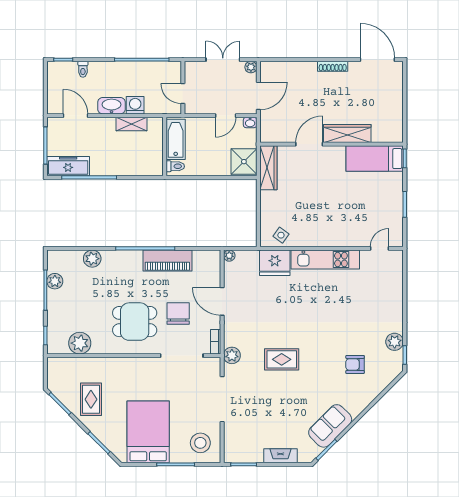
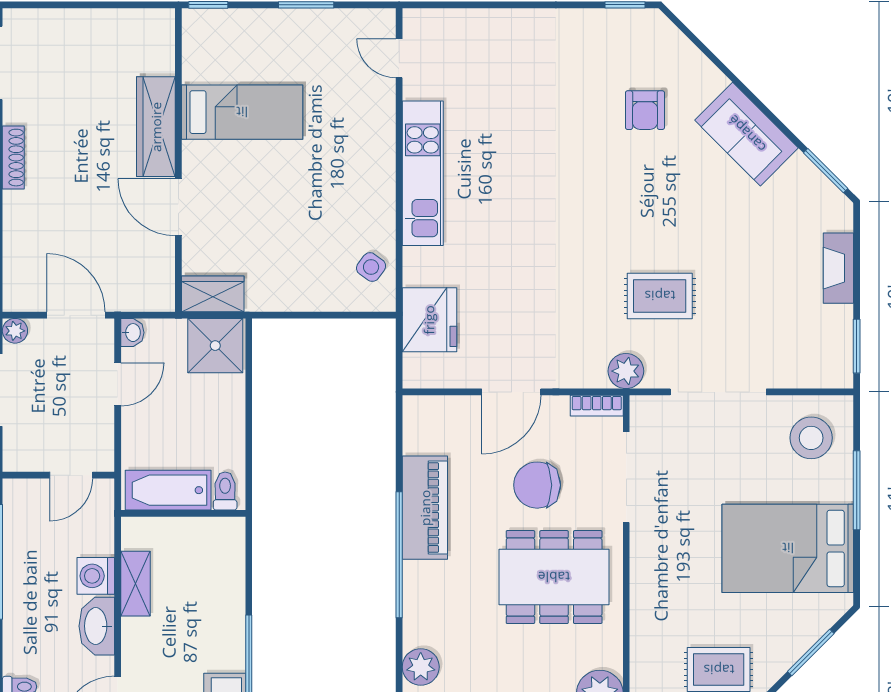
door: (226, 116) -> (118, 384), hinge flipped
bed: (375, 159) -> (242, 112), moved, turned -90
wardrobe: (268, 168) -> (213, 294), width x0.67
plant: (229, 256) -> (414, 377), removed
fridge: (275, 263) -> (429, 320), moved
dining table: (135, 322) -> (554, 577), width x1.37
plant: (395, 342) -> (597, 26), removed
rug: (282, 359) -> (660, 296), moved, turned 90
sofa: (330, 426) -> (747, 134), moved

